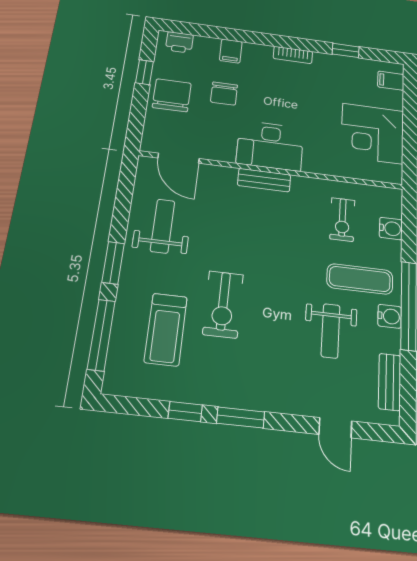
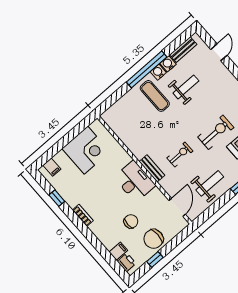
filing cabinet: (231, 51) -> (118, 251), moved
exercise bike: (342, 219) -> (180, 154), moved
weight bench: (163, 226) -> (210, 183), turned 180
water cooler: (391, 229) -> (168, 64), moved

